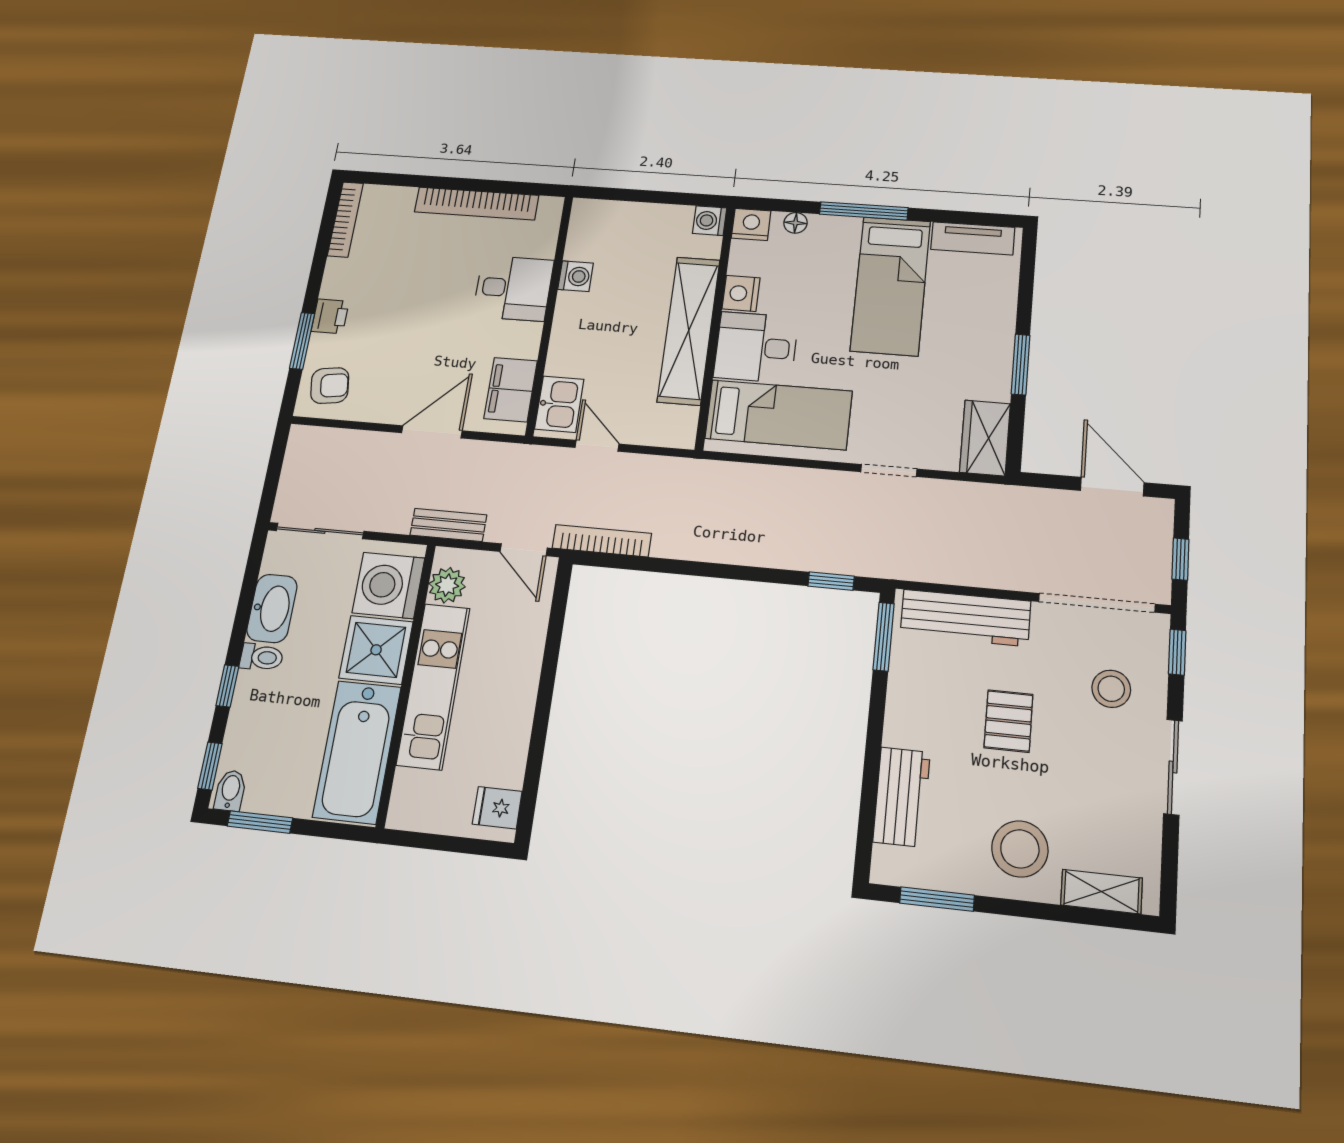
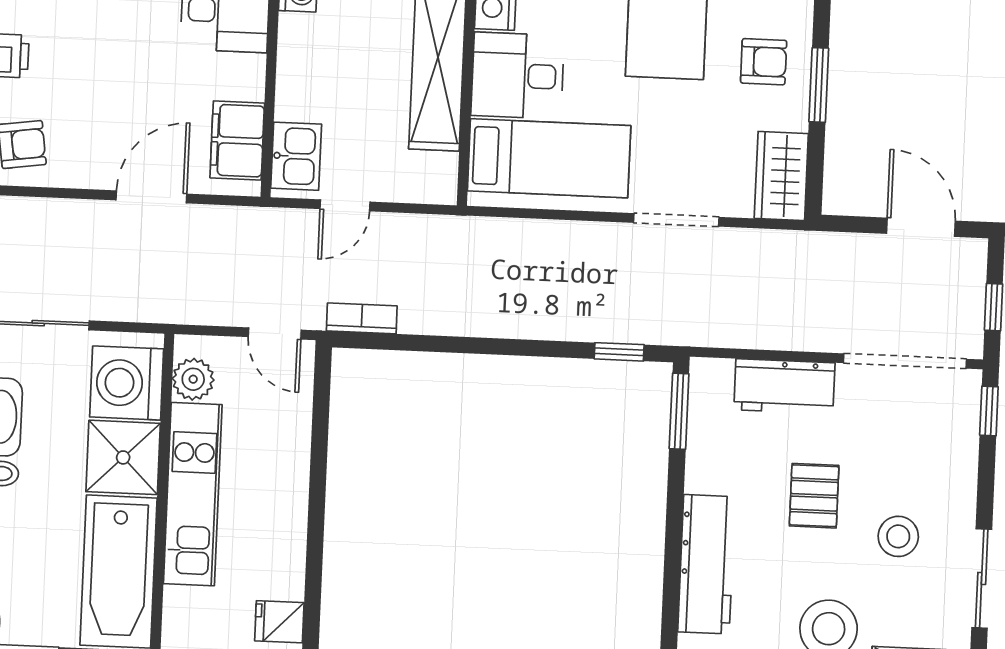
armchair: (972, 344) -> (764, 62), added
door: (597, 446) -> (345, 205), swing flipped
doorway: (889, 470) -> (676, 220), width x1.38
bench: (448, 525) -> (185, 309), removed
bookcase: (602, 541) -> (362, 318), width x0.64
workbench: (965, 618) -> (784, 386), width x0.73
stool: (1111, 689) -> (898, 536), moved
sliding door: (1173, 767) -> (982, 578), moved
workbench: (902, 797) -> (706, 564), width x1.38

